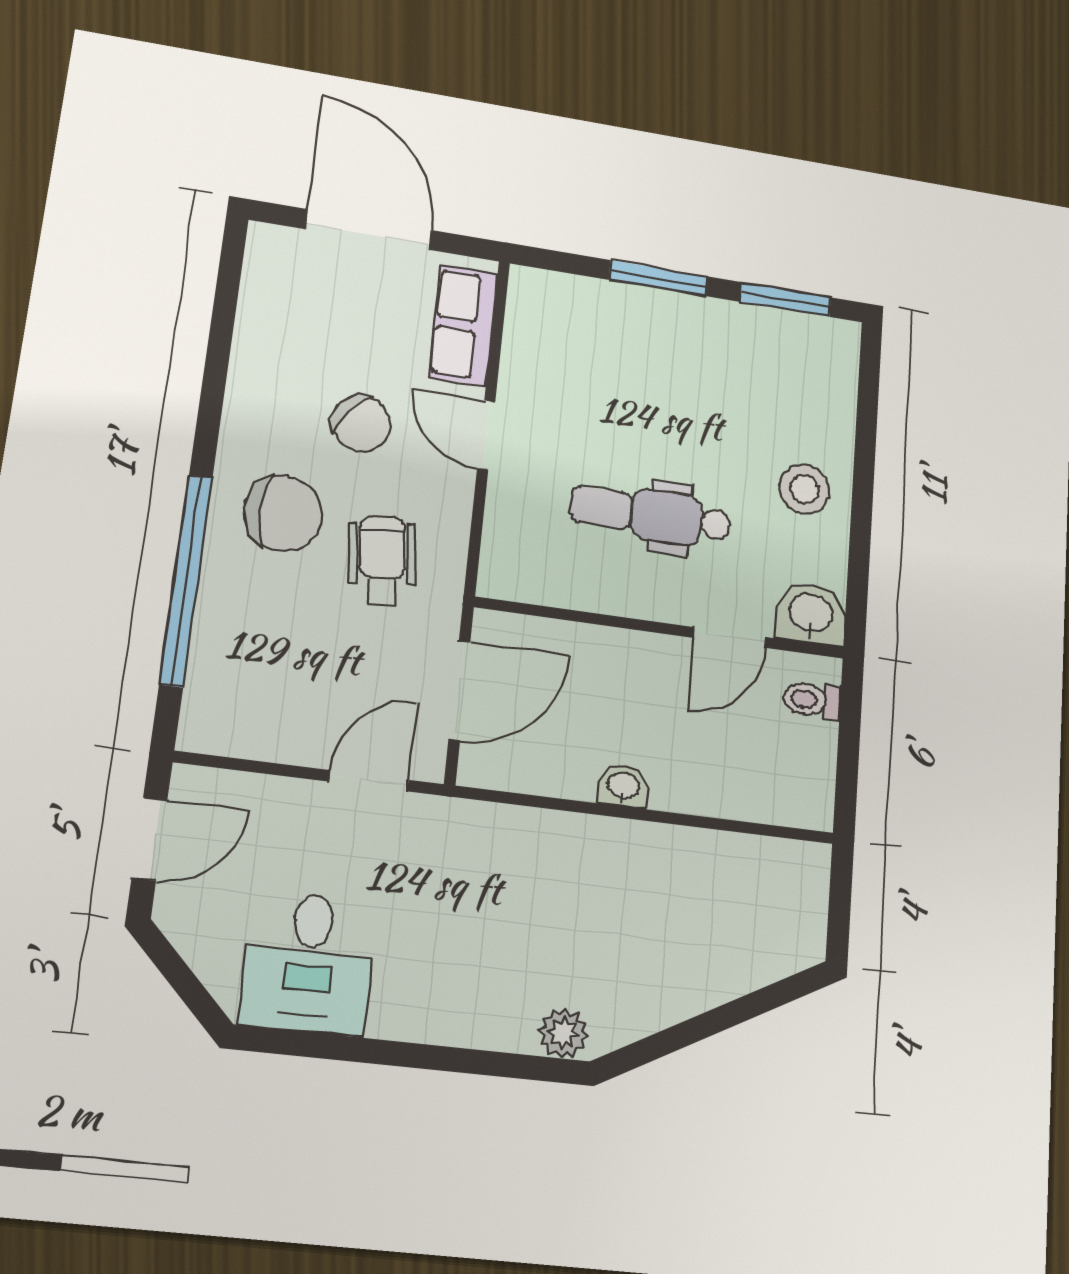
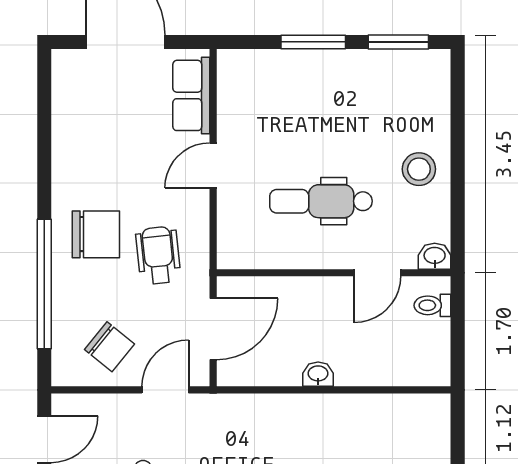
chair: (361, 424) -> (110, 347), moved
door: (486, 435) -> (213, 166), hinge flipped
washbasin: (811, 614) -> (435, 256), width x0.72, depth x0.69

